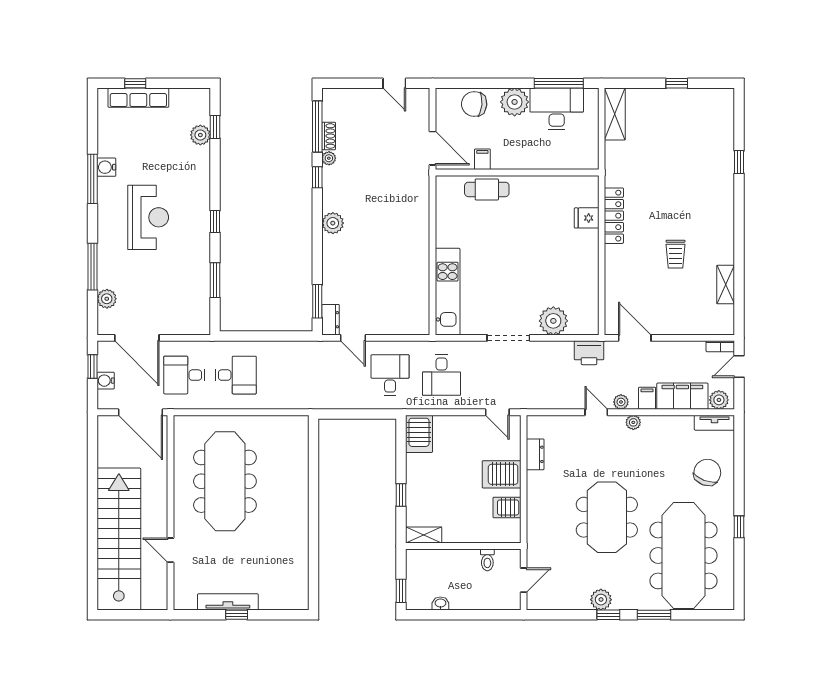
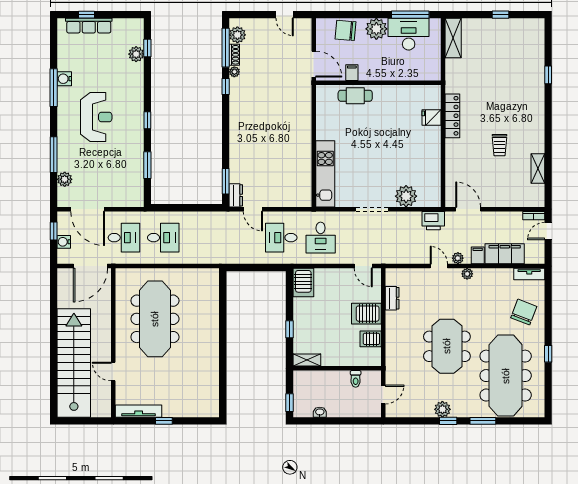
plant: (333, 223) -> (237, 35), moved
desk: (184, 375) -> (124, 238), turned 180
desk: (390, 375) -> (281, 238), turned -90
plant: (719, 400) -> (533, 257), removed
door: (141, 412) -> (90, 266), hinge flipped
tv unit: (228, 602) -> (139, 411), moved

